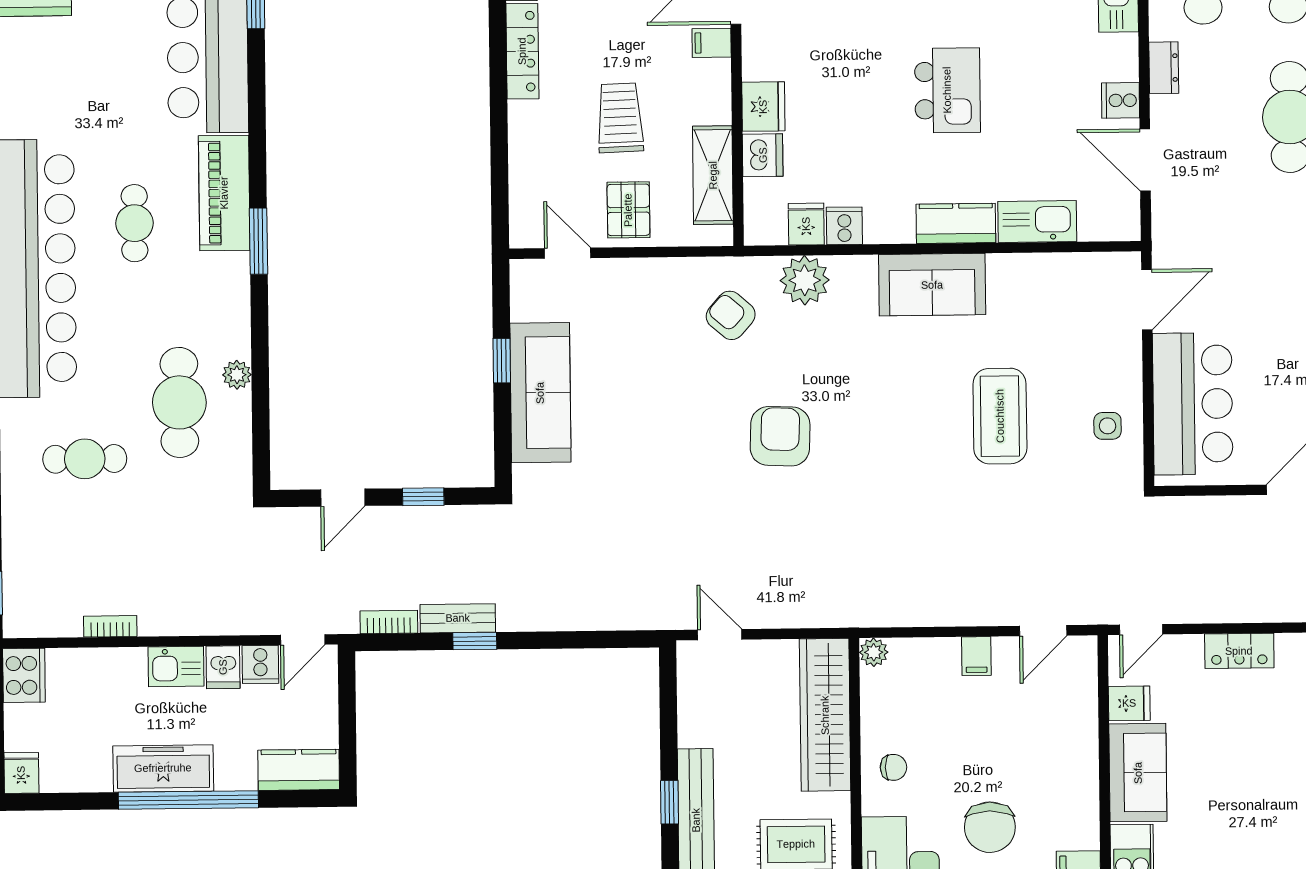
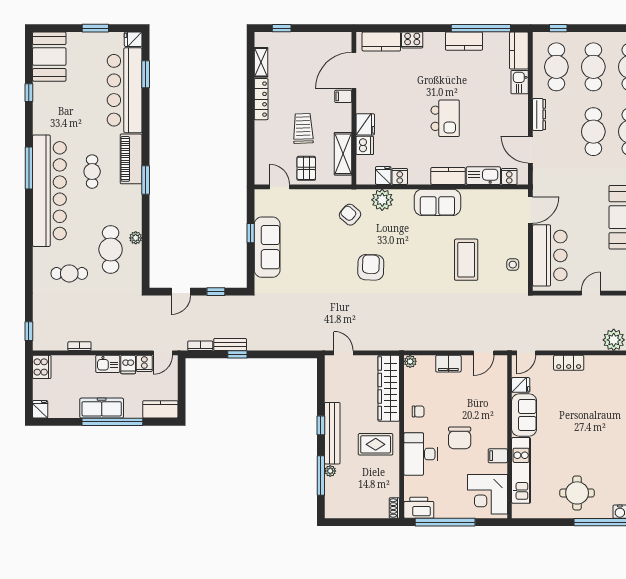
dresser: (1164, 68) -> (539, 114), width x1.44
cooker: (1120, 100) -> (509, 176), moved, turned 90
filing cabinet: (976, 656) -> (448, 364), width x2.00

